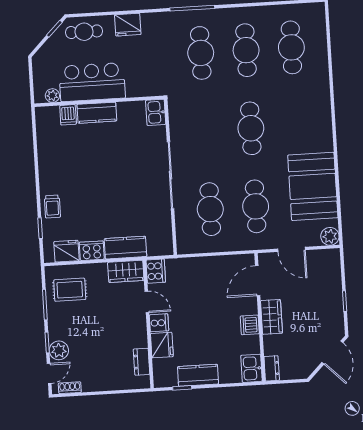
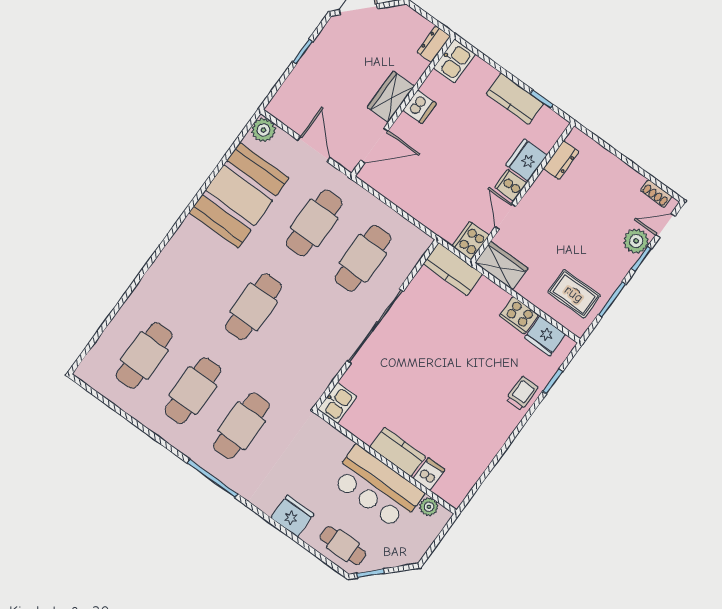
kitchen counter: (125, 248) -> (453, 269), moved

